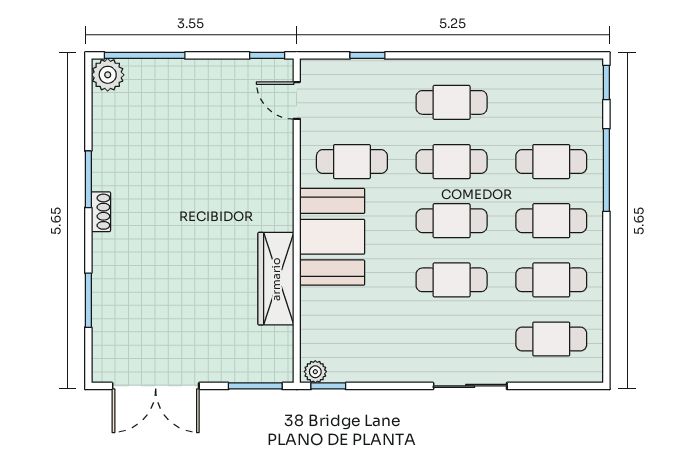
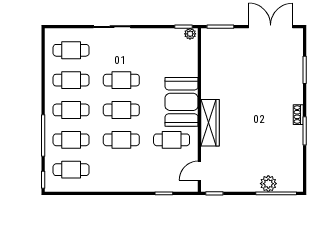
plant: (108, 75) -> (268, 184), moved
door: (297, 100) -> (199, 171), swing flipped
cafe table: (452, 102) -> (71, 170), moved
wardrobe: (276, 279) -> (210, 123), moved

